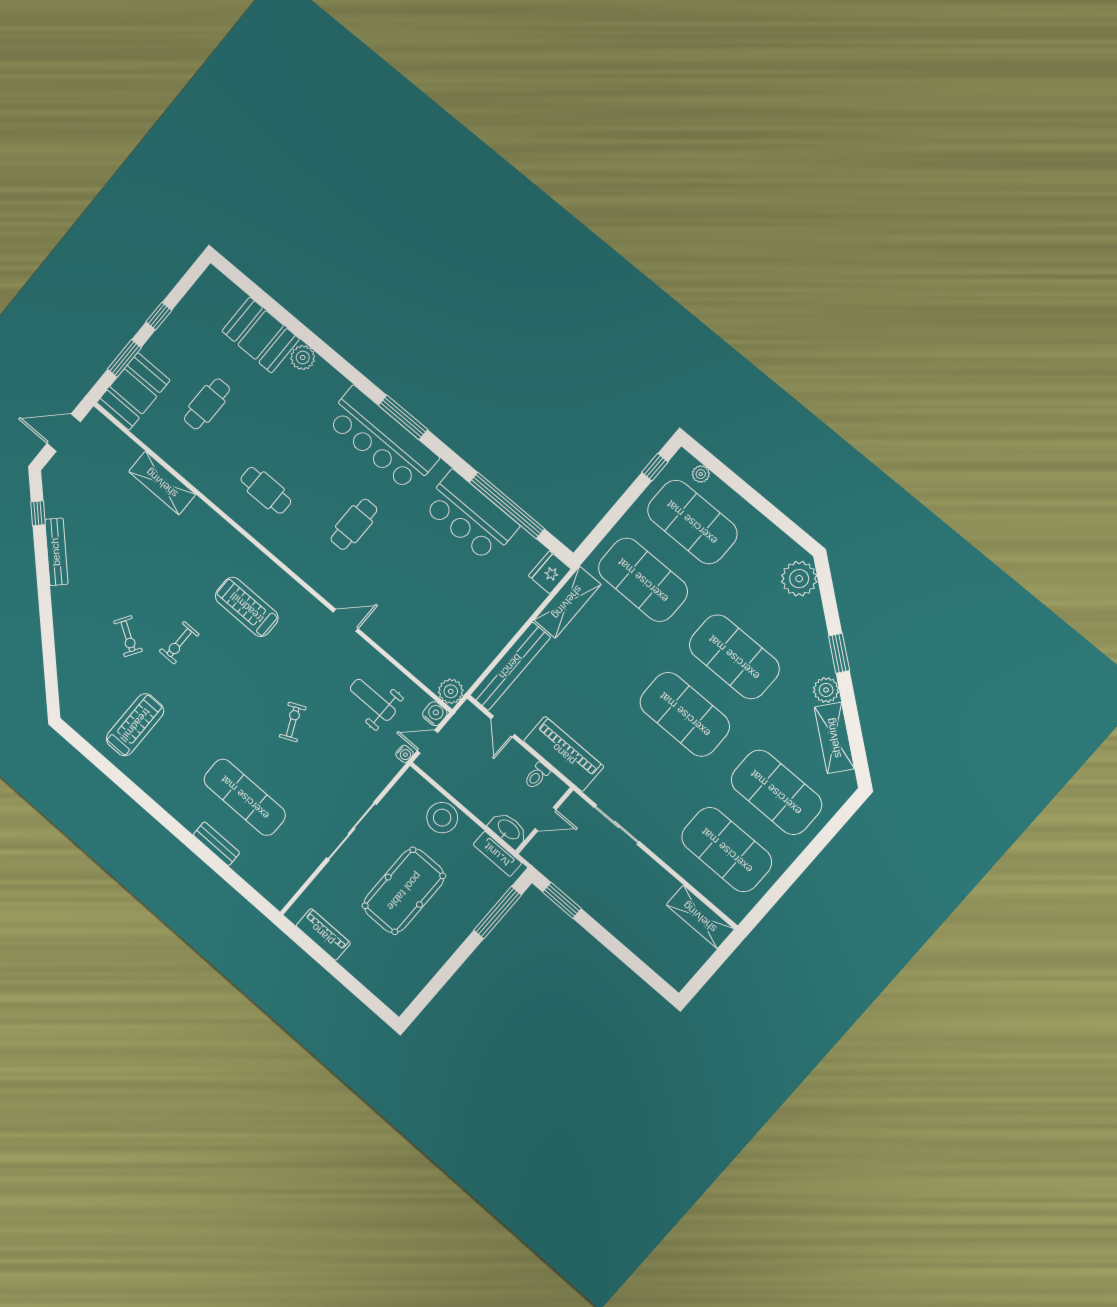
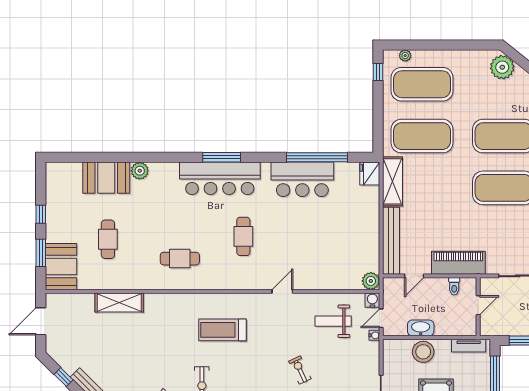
door: (503, 727) -> (414, 276), hinge flipped
washbasin: (508, 830) -> (421, 328), moved

